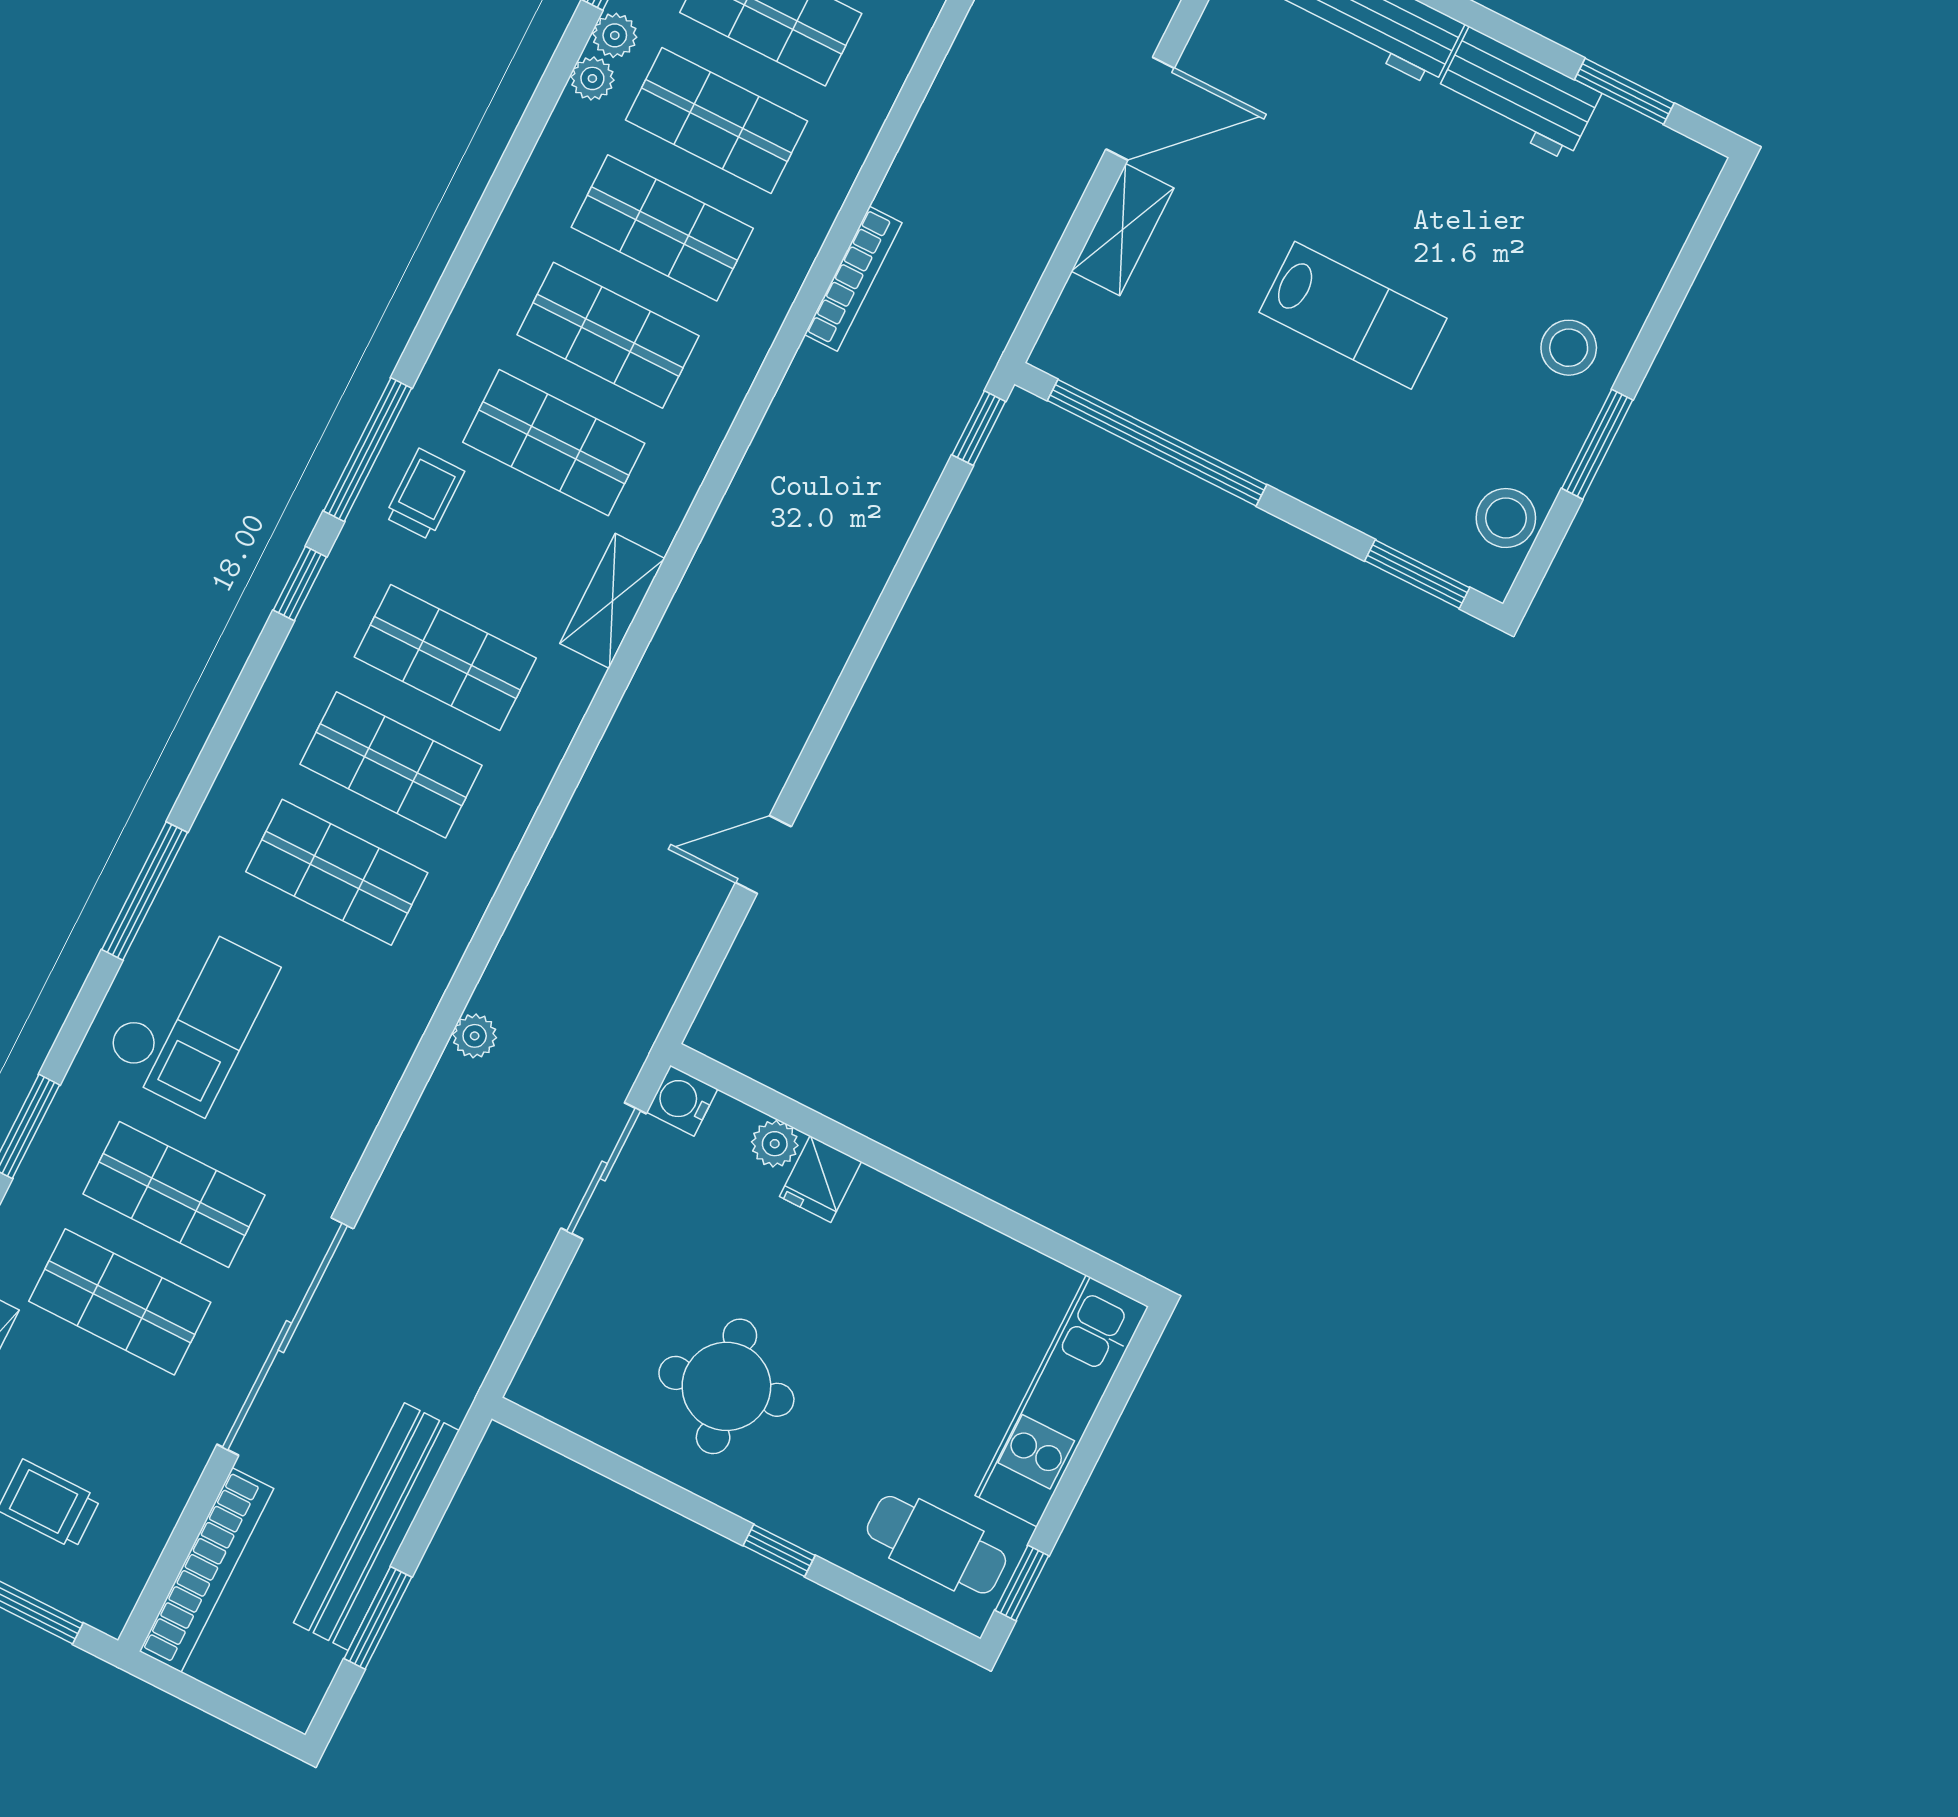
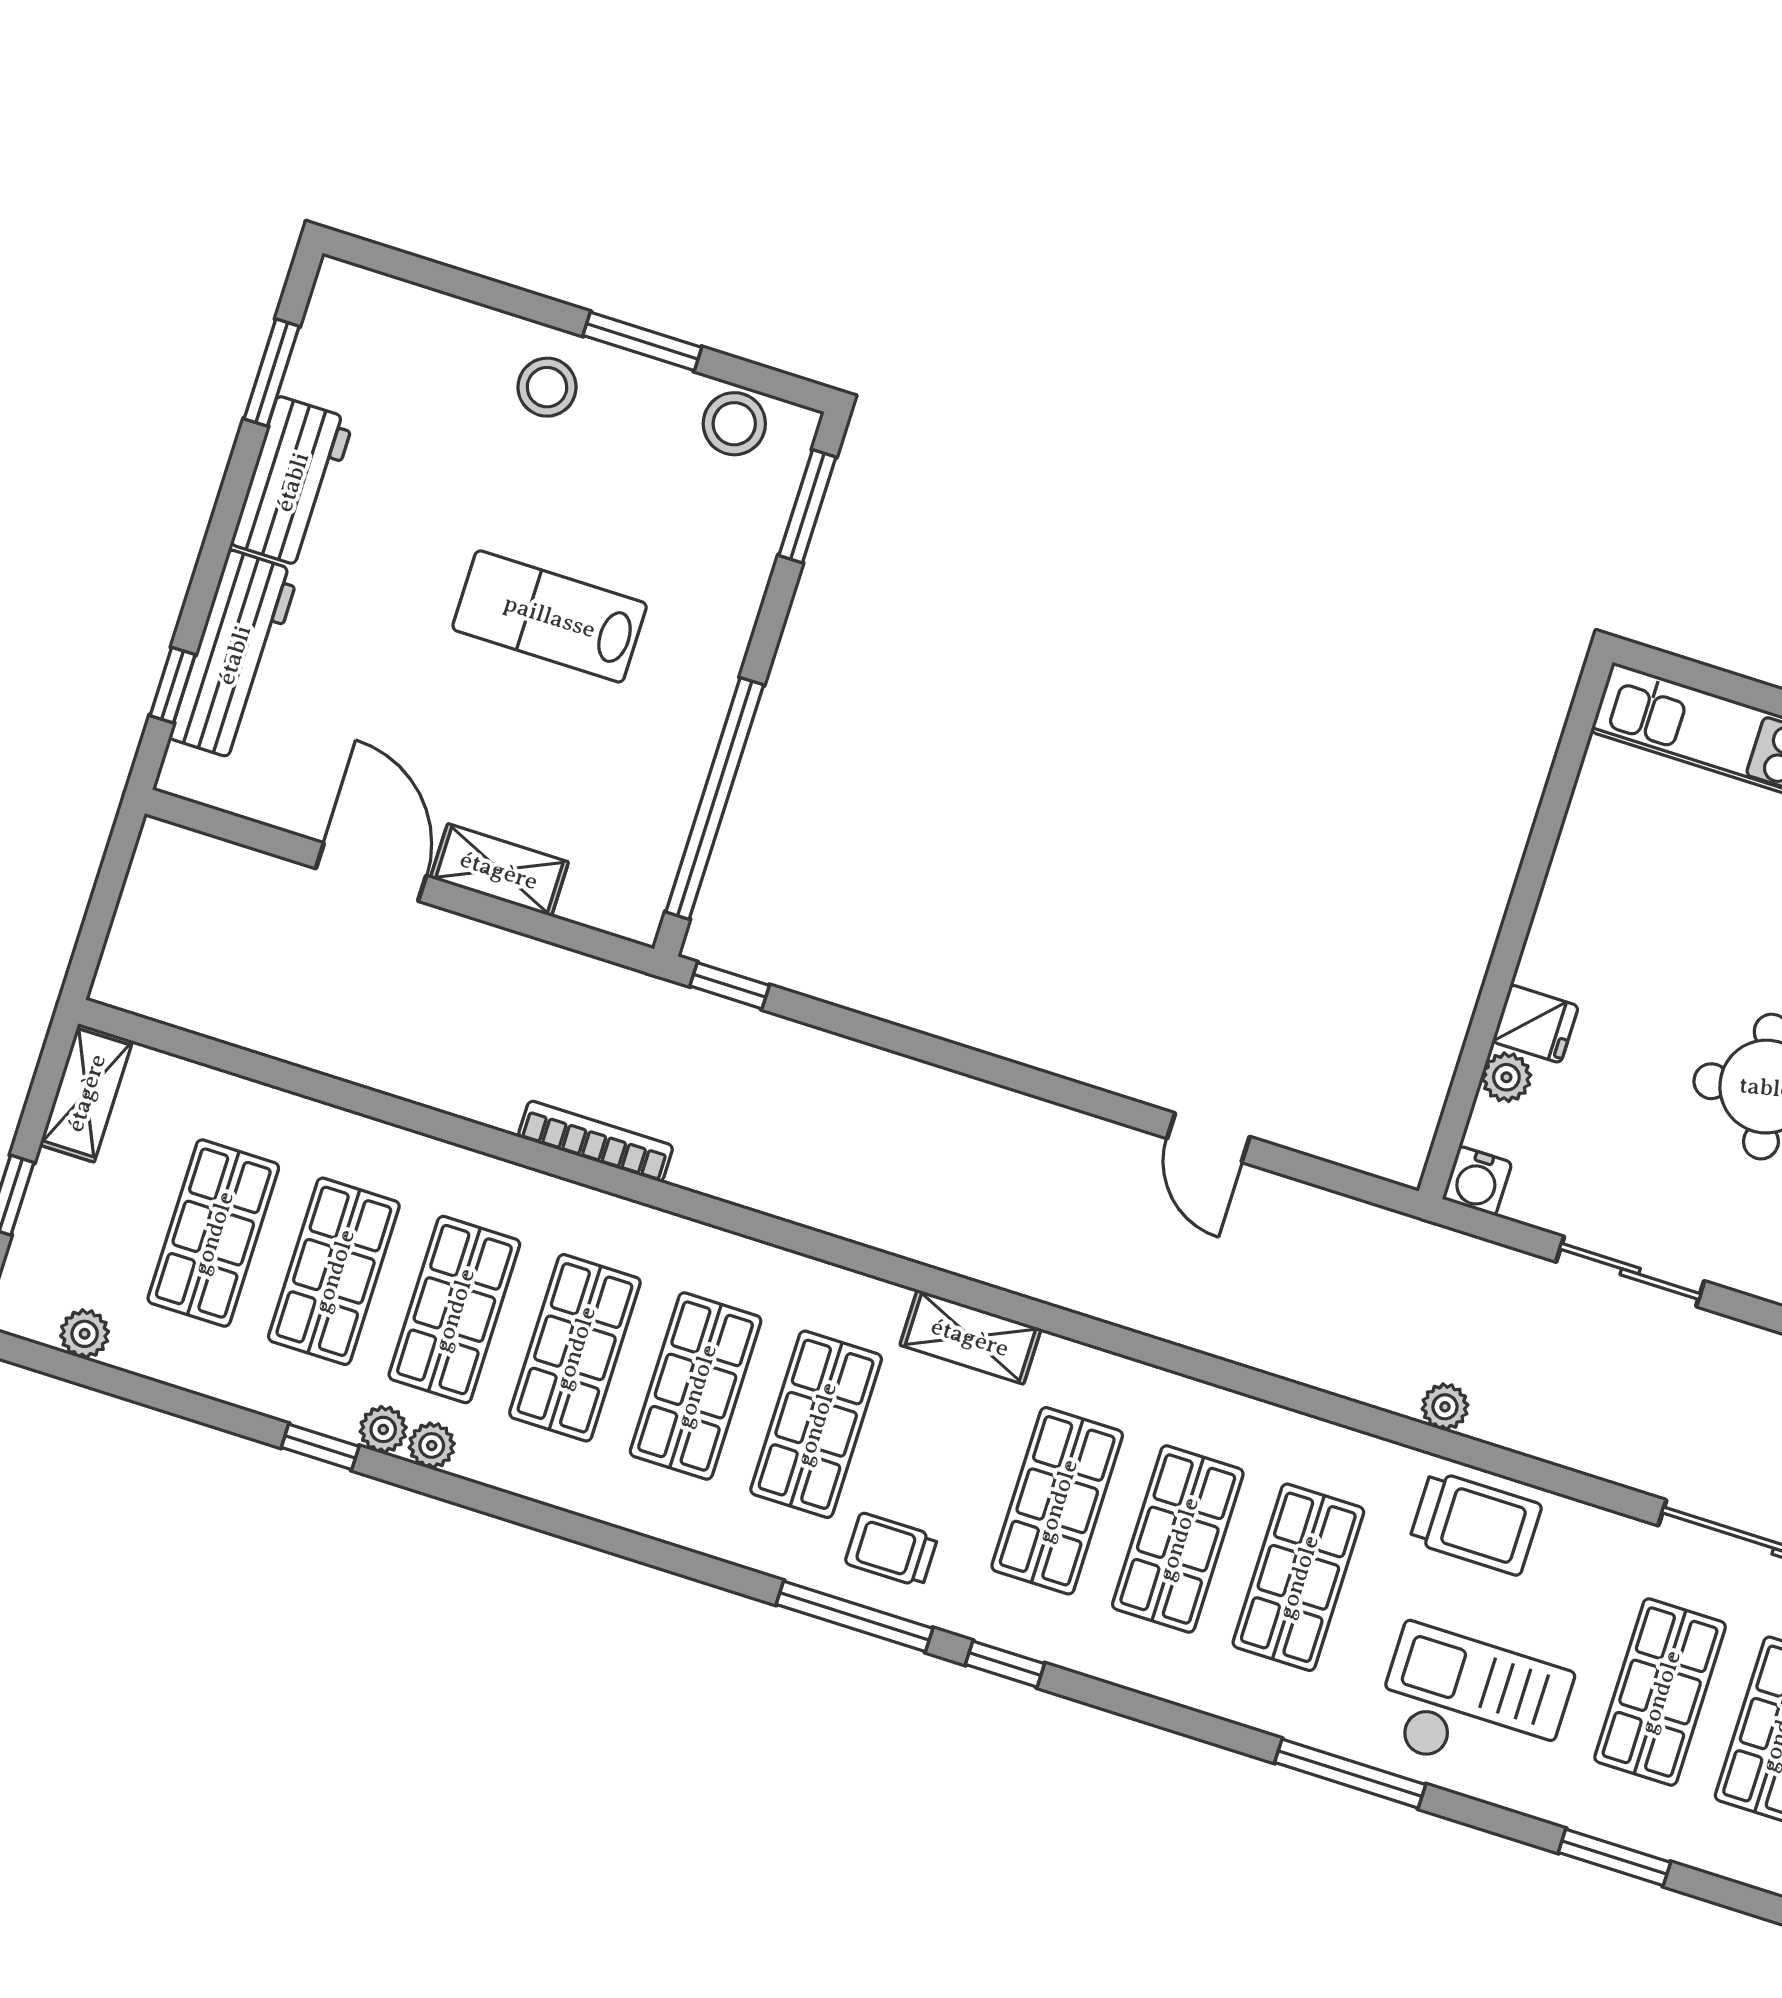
lab bench: (1353, 315) -> (550, 616), turned -90
trolley: (361, 1047) -> (1476, 1523), added
sliding door: (604, 1171) -> (1630, 1271), moved

